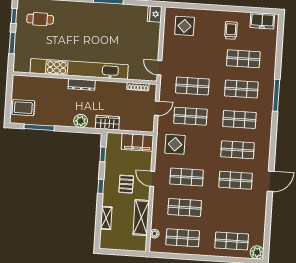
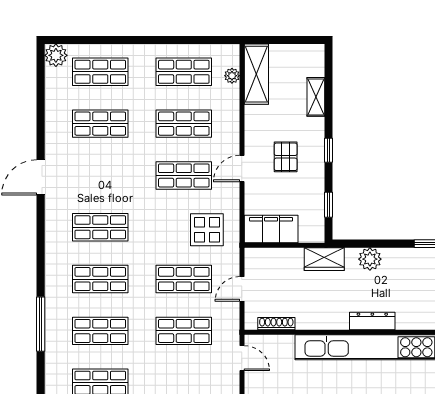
door: (152, 179) -> (242, 169), swing flipped
shop shelf: (236, 180) -> (100, 124), moved
shelving: (141, 218) -> (256, 74), moved

